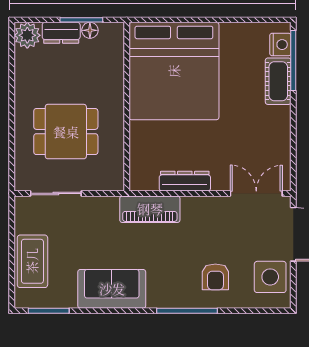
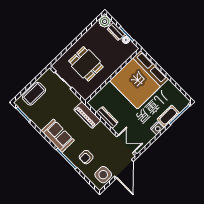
nightstand: (280, 45) -> (157, 128), moved
sofa: (112, 289) -> (58, 136), moved

